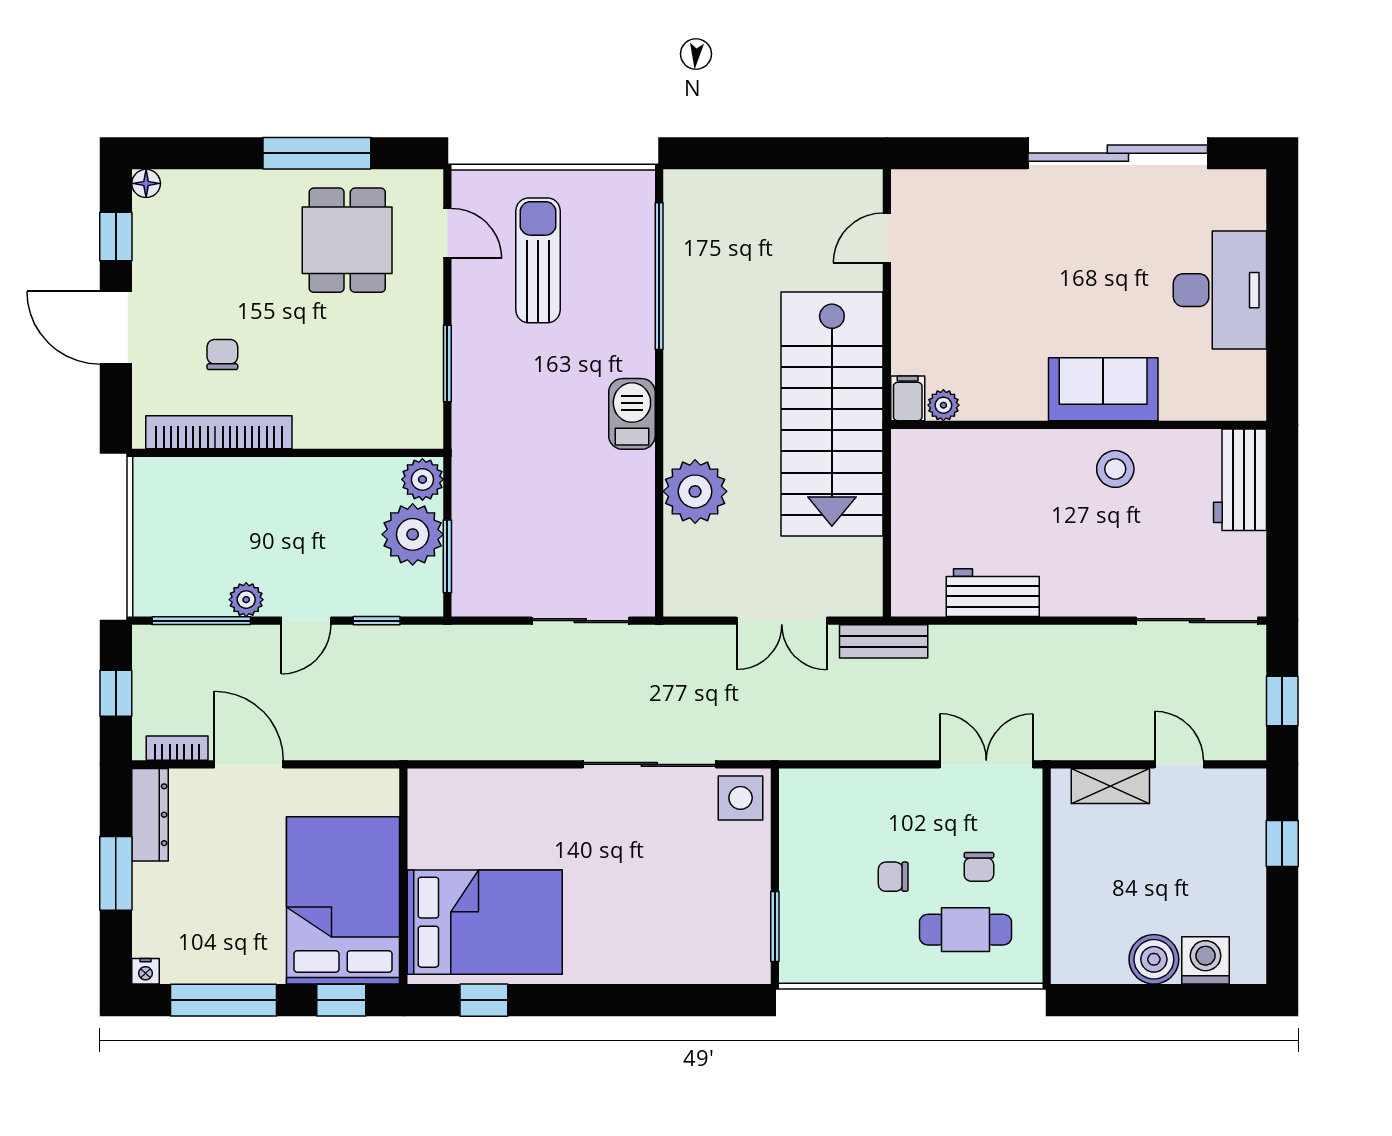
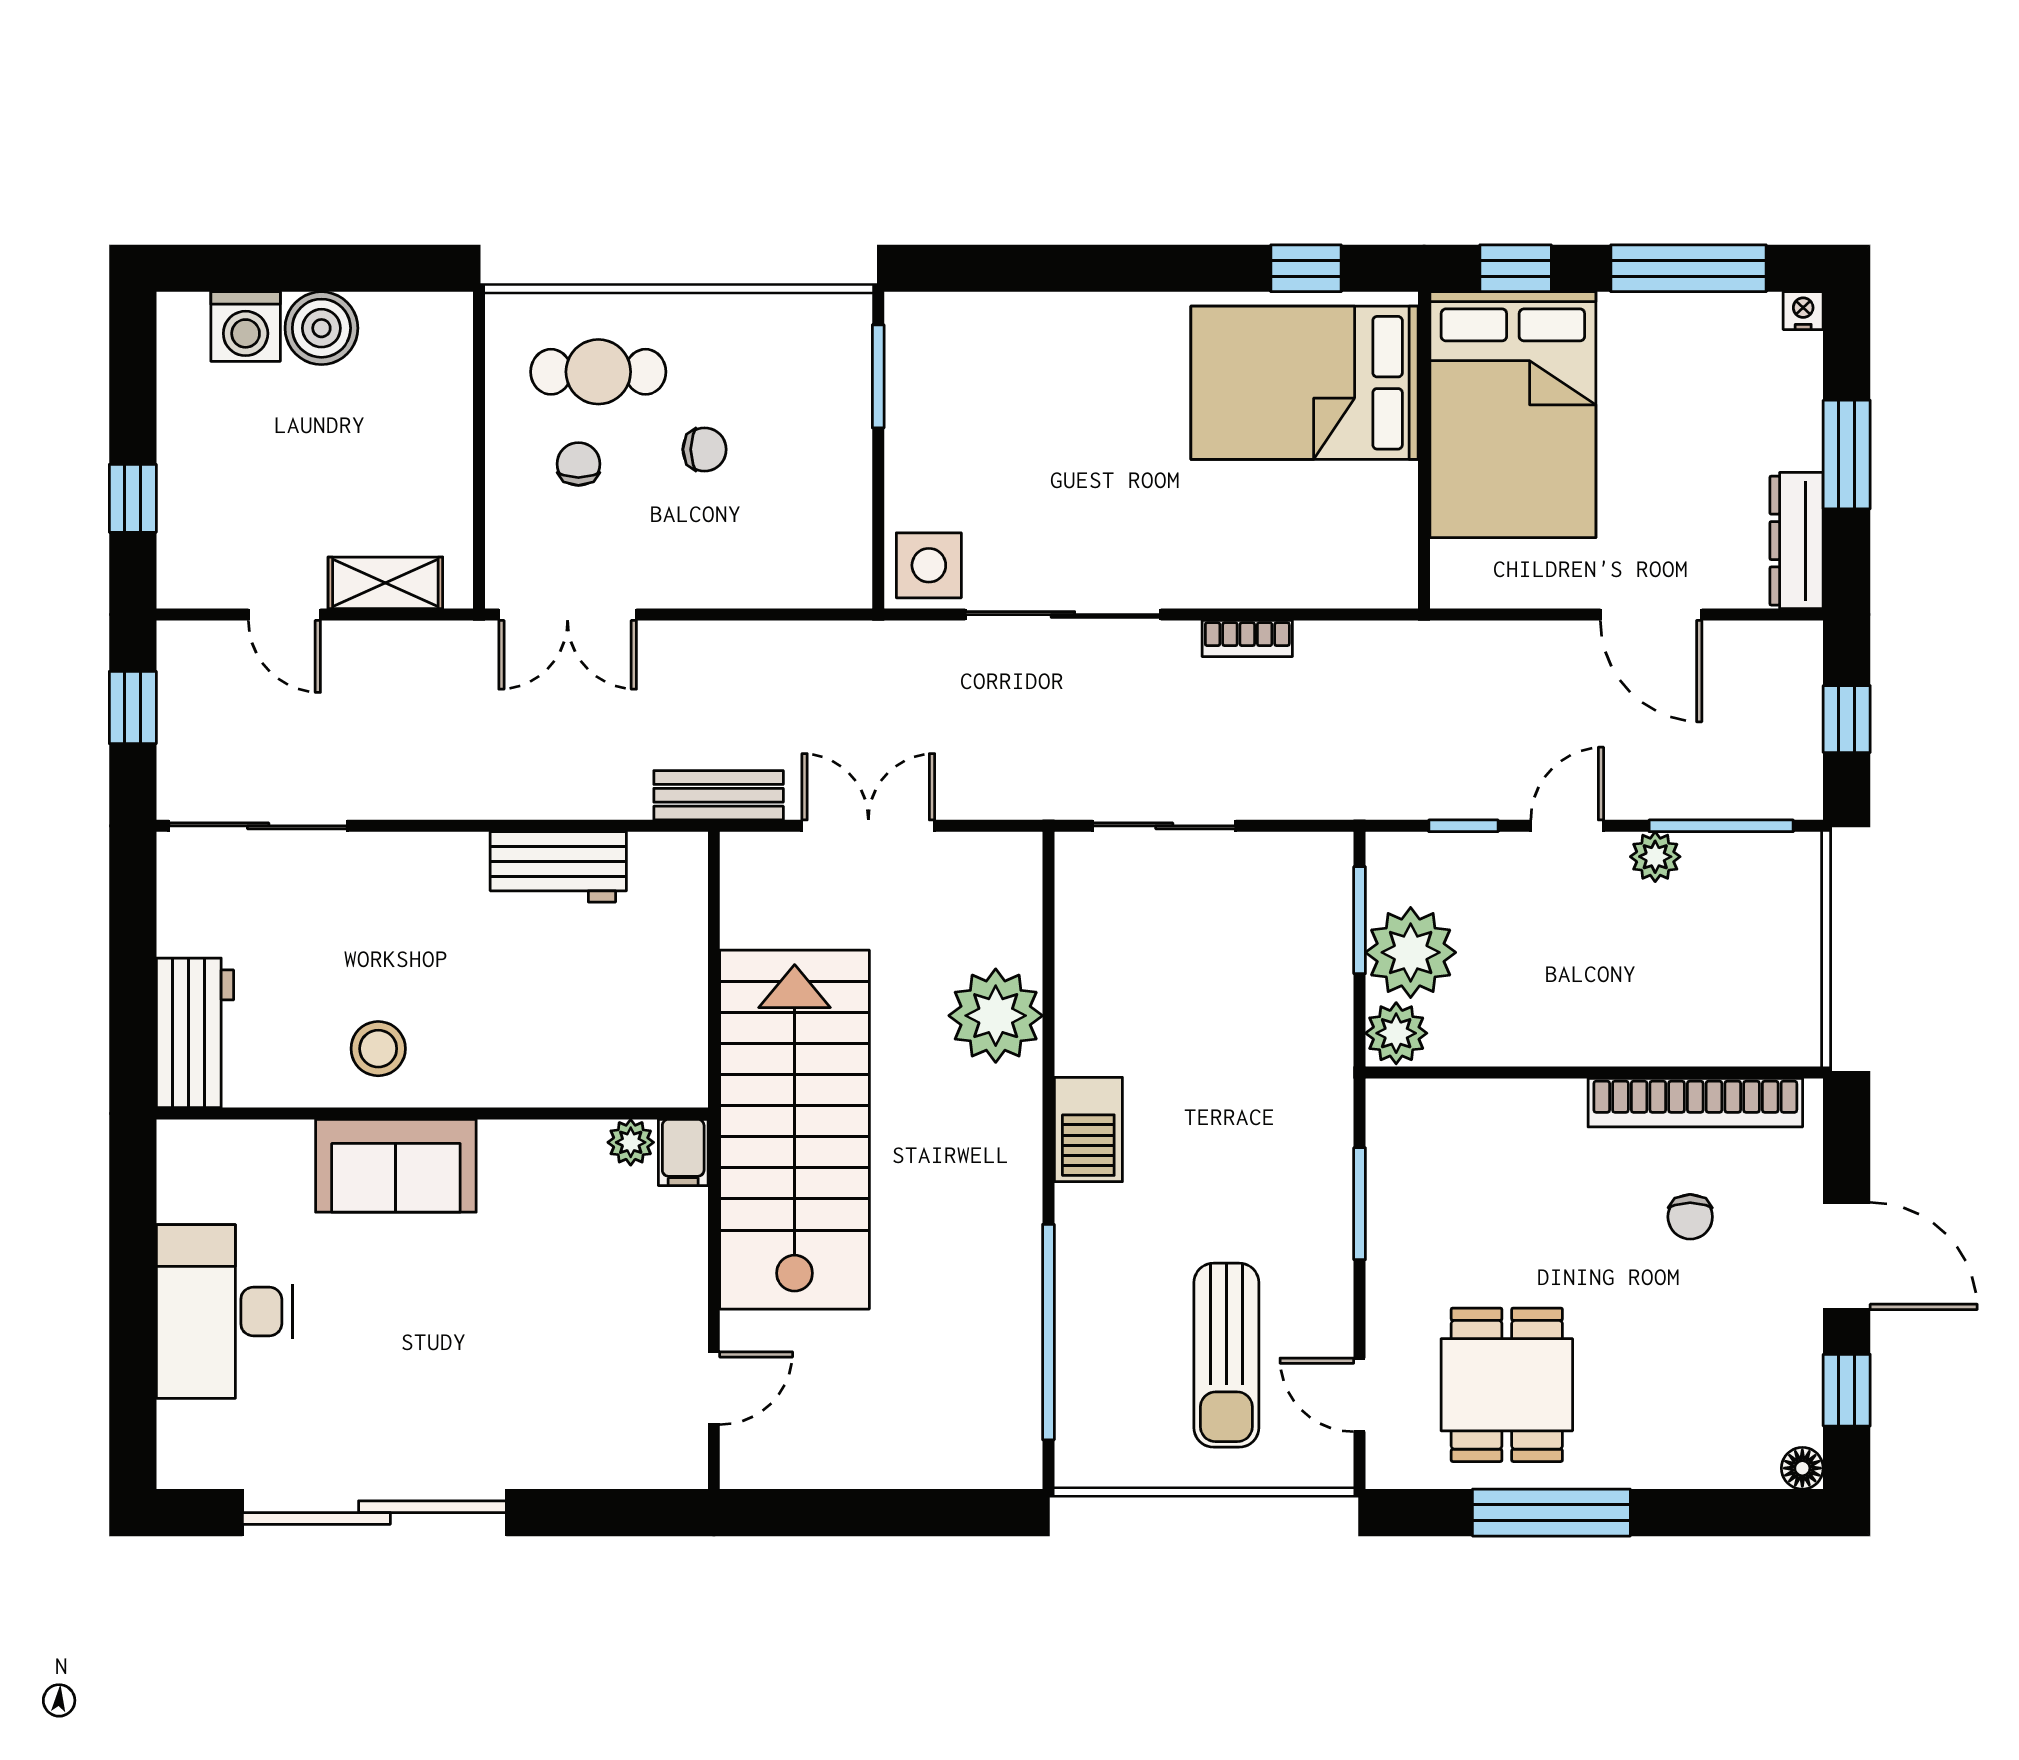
bookcase: (177, 748) -> (1247, 639), moved

